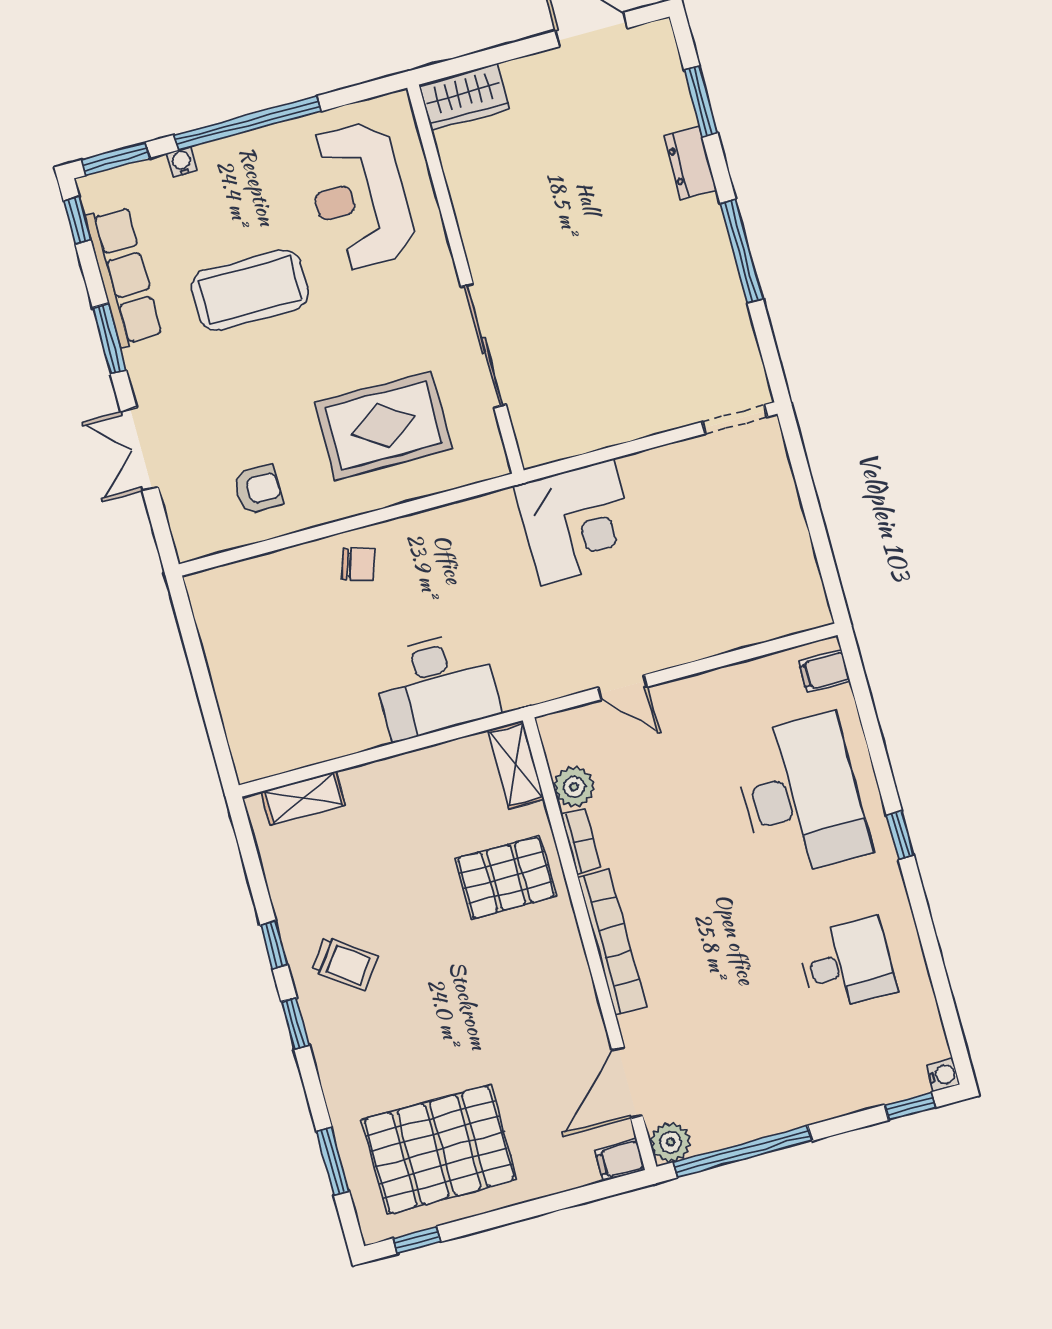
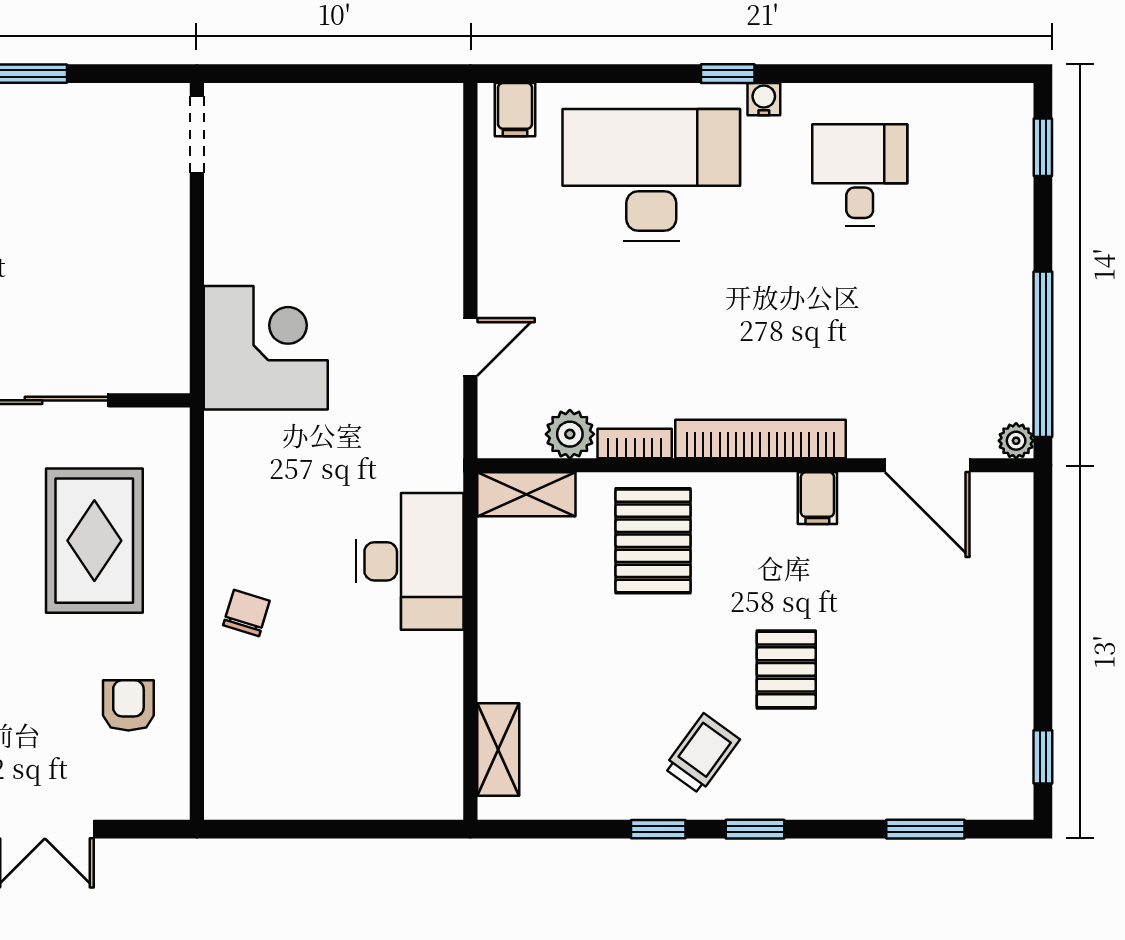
water cooler: (943, 1075) -> (764, 99), moved
plant: (671, 1142) -> (1016, 441), width x0.73, depth x0.73
pallet: (439, 1150) -> (786, 669), moved, width x0.49, depth x0.50
filing cabinet: (620, 1160) -> (817, 498), moved

